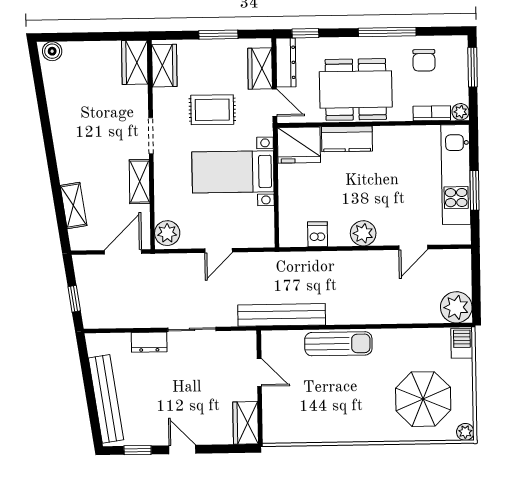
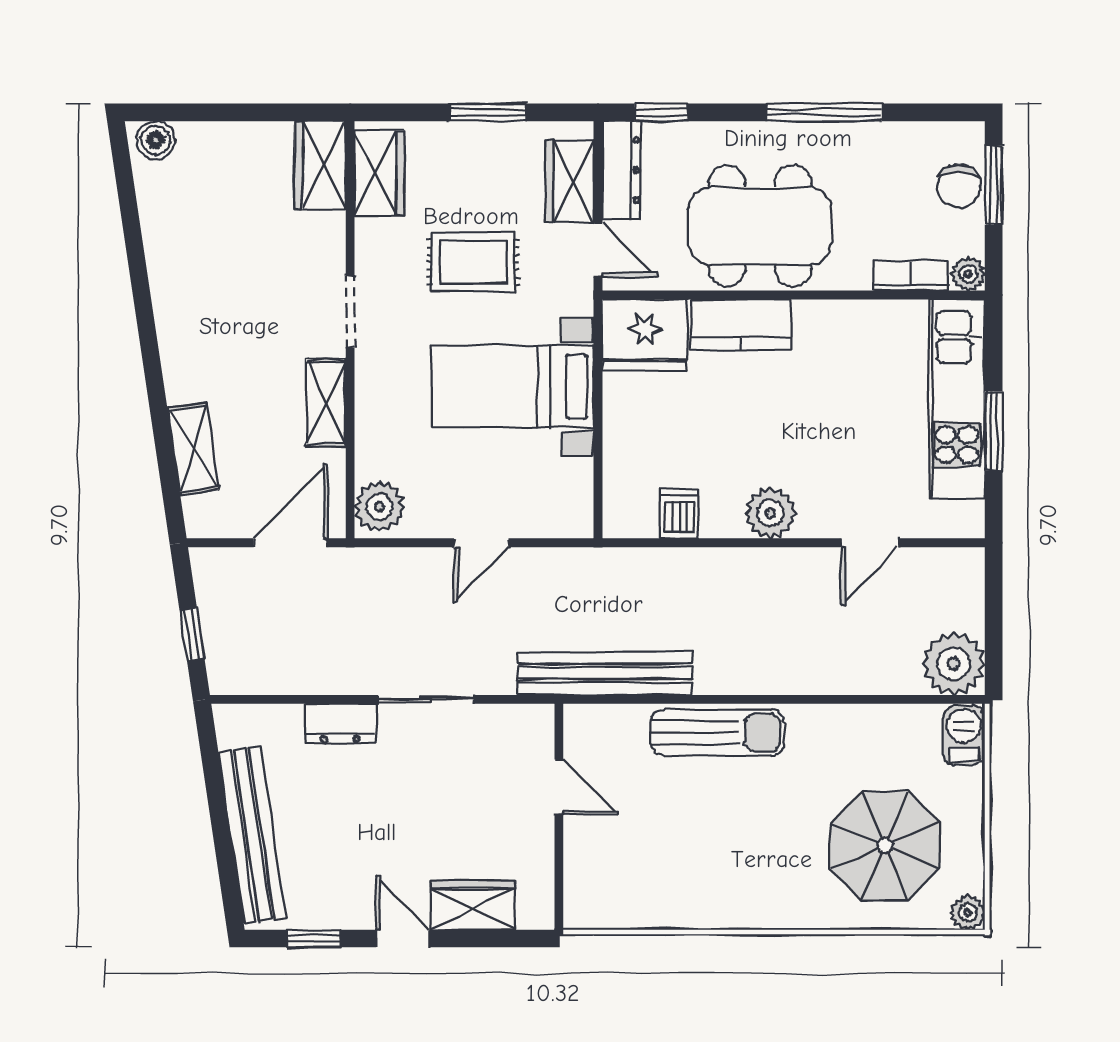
chair: (424, 60) -> (959, 186), moved
wardrobe: (246, 423) -> (473, 905), moved, turned 90

